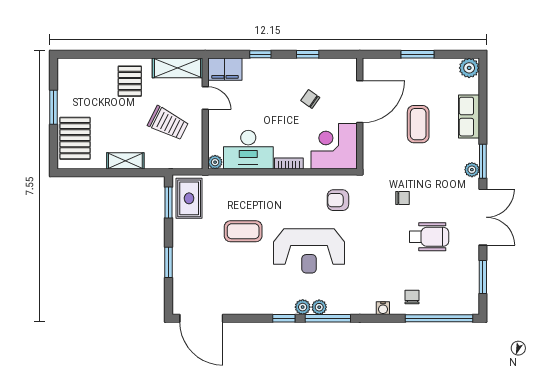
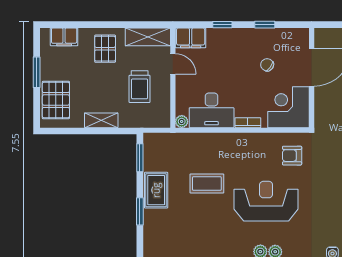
filing cabinet: (84, 68) -> (64, 37), added
trolley: (168, 123) -> (140, 87), turned 63
rug: (189, 198) -> (156, 190), moved
reception desk: (309, 251) -> (266, 201), turned 180

